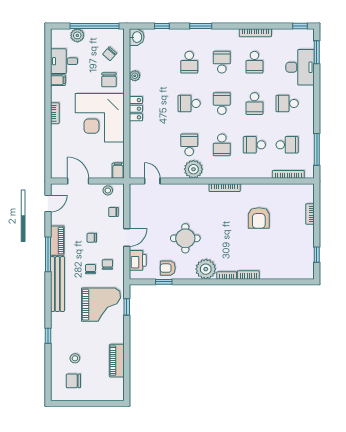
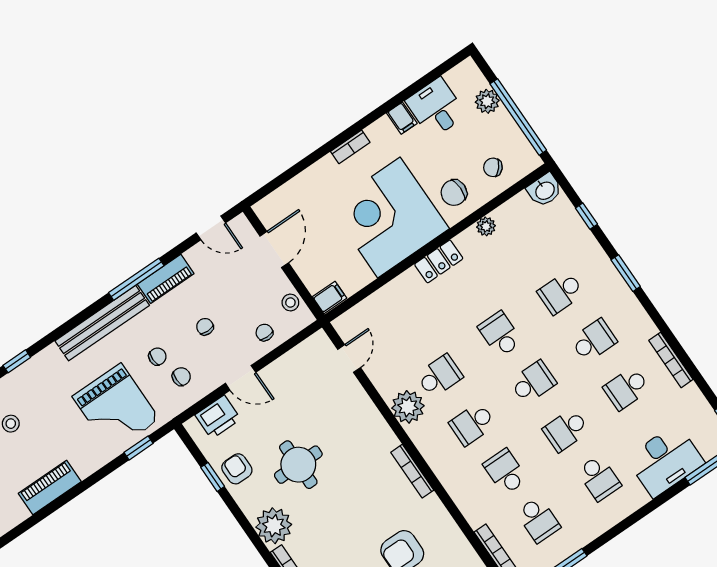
school desk: (287, 104) -> (599, 478), turned 180

